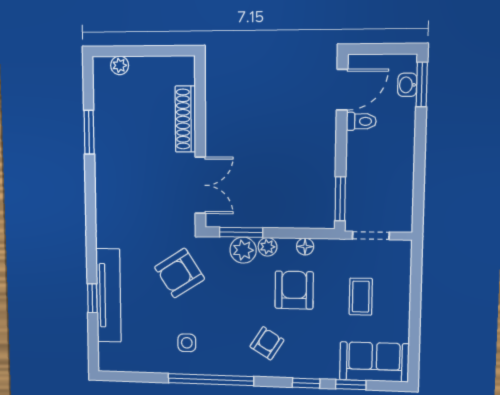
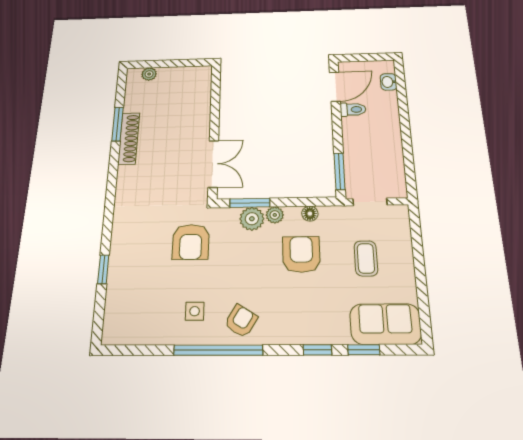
window: (422, 85) -> (400, 81), removed
shoe rack: (185, 119) -> (129, 138), moved, turned 180
armchair: (180, 273) -> (191, 242), turned -57
tv unit: (108, 295) -> (120, 266), removed
armchair: (267, 343) -> (241, 321), moved

